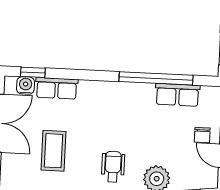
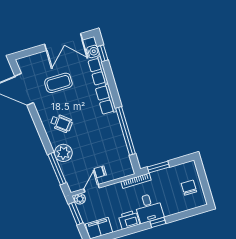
row of seats: (177, 95) -> (106, 100), moved
wheelchair: (113, 167) -> (61, 123), turned 38

